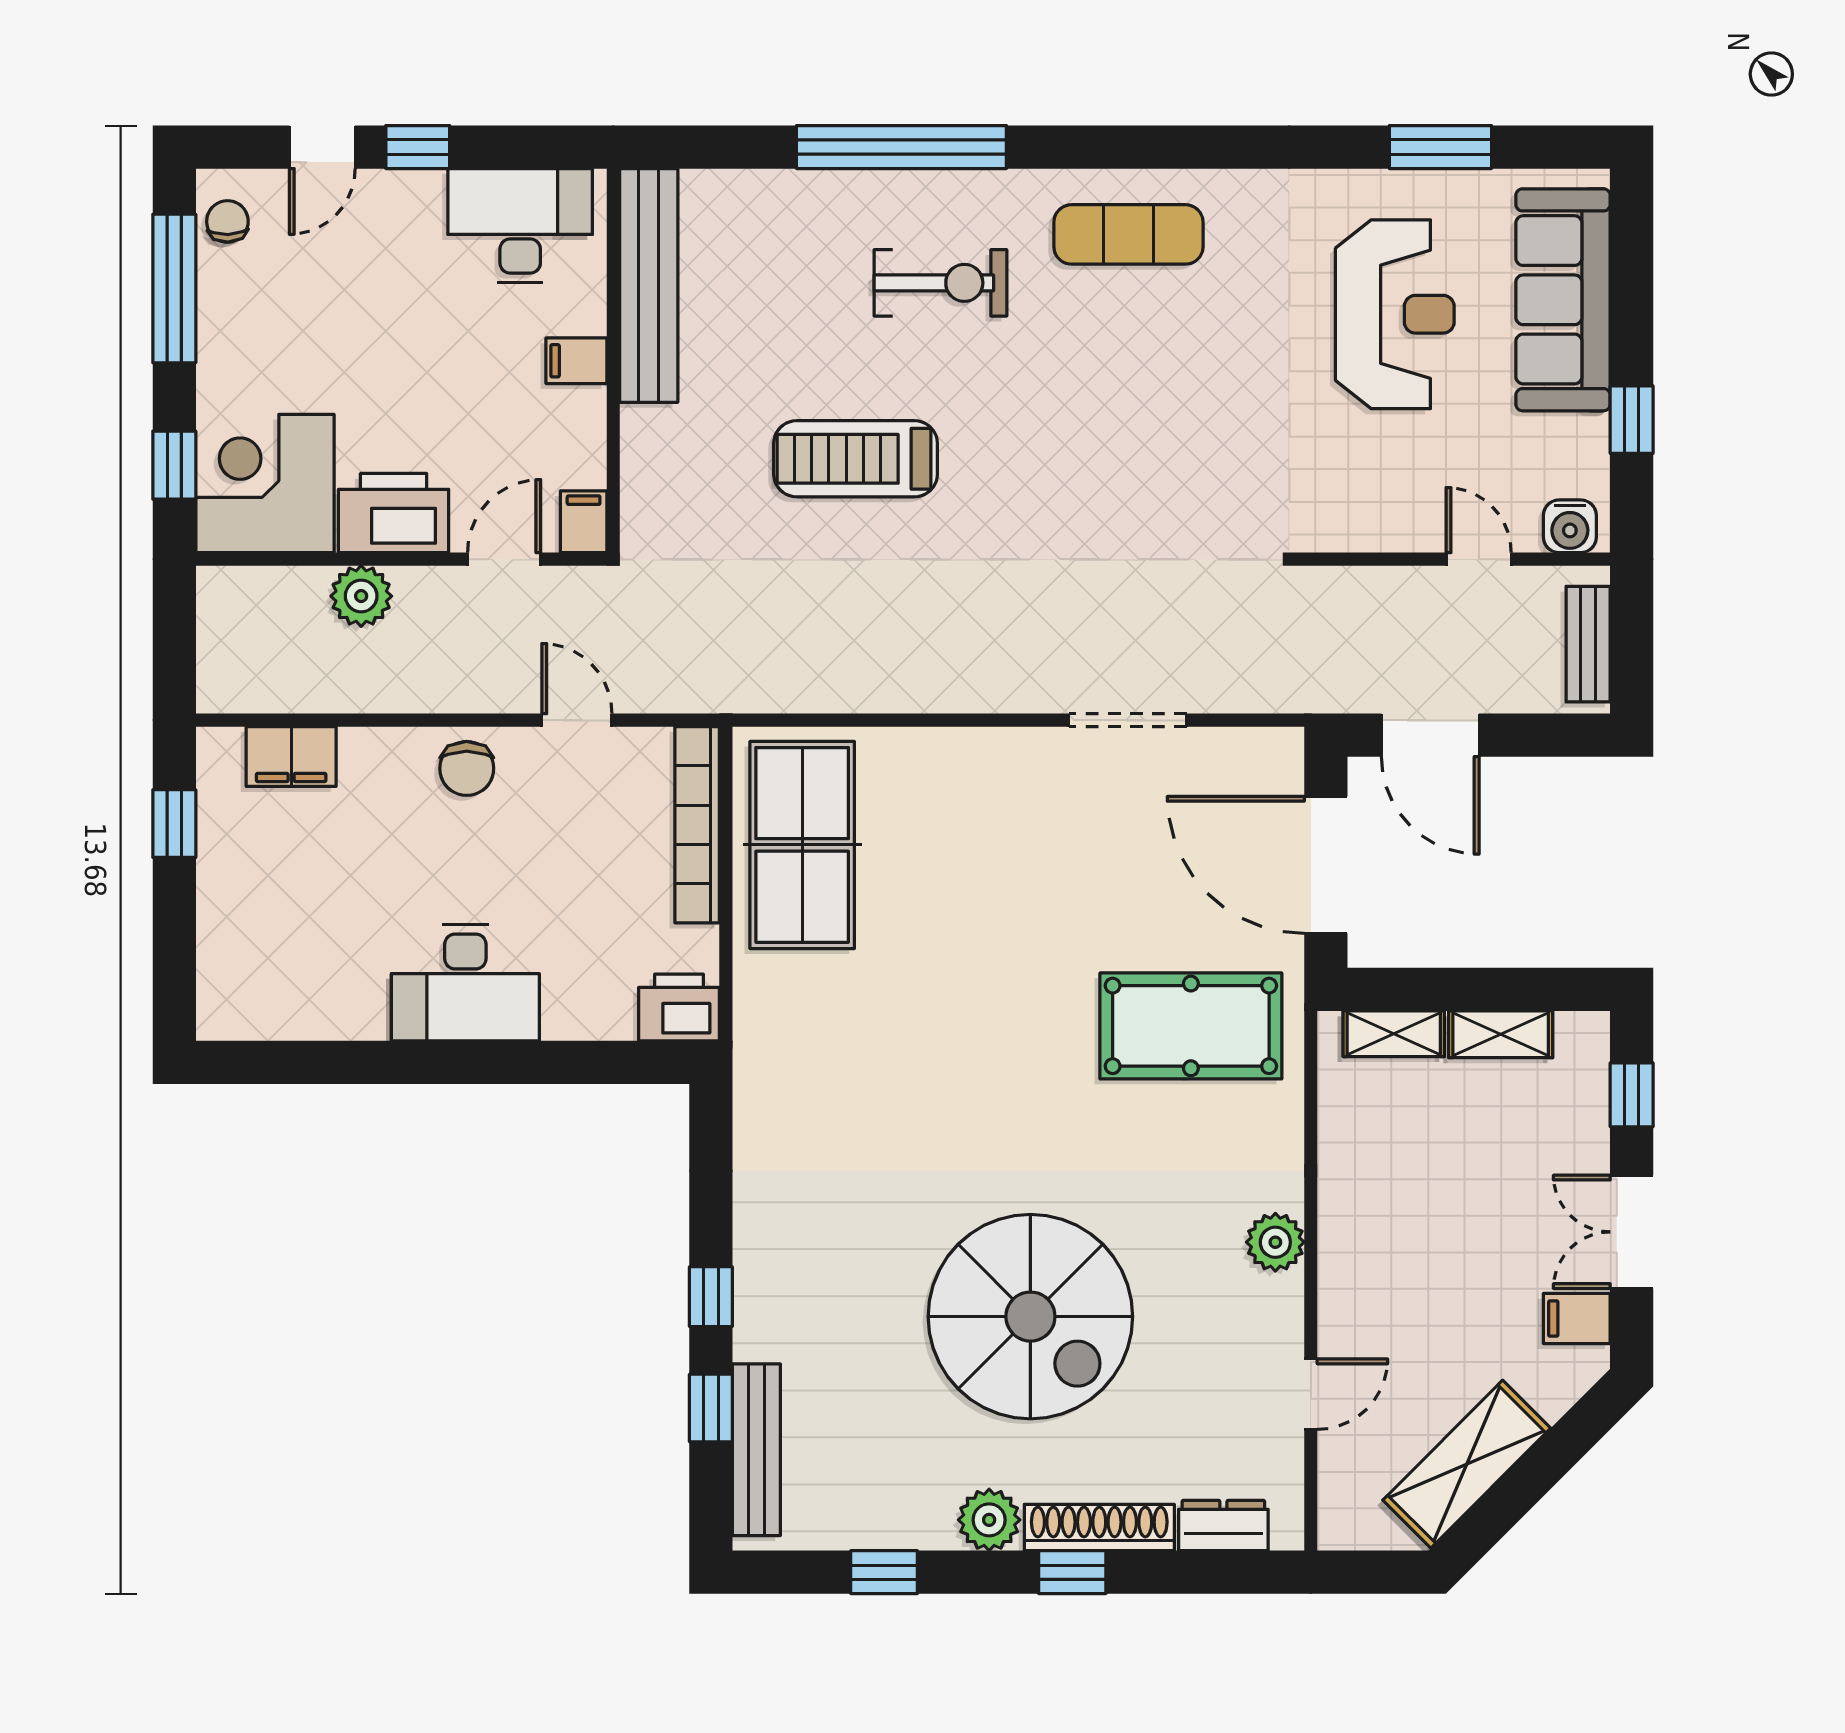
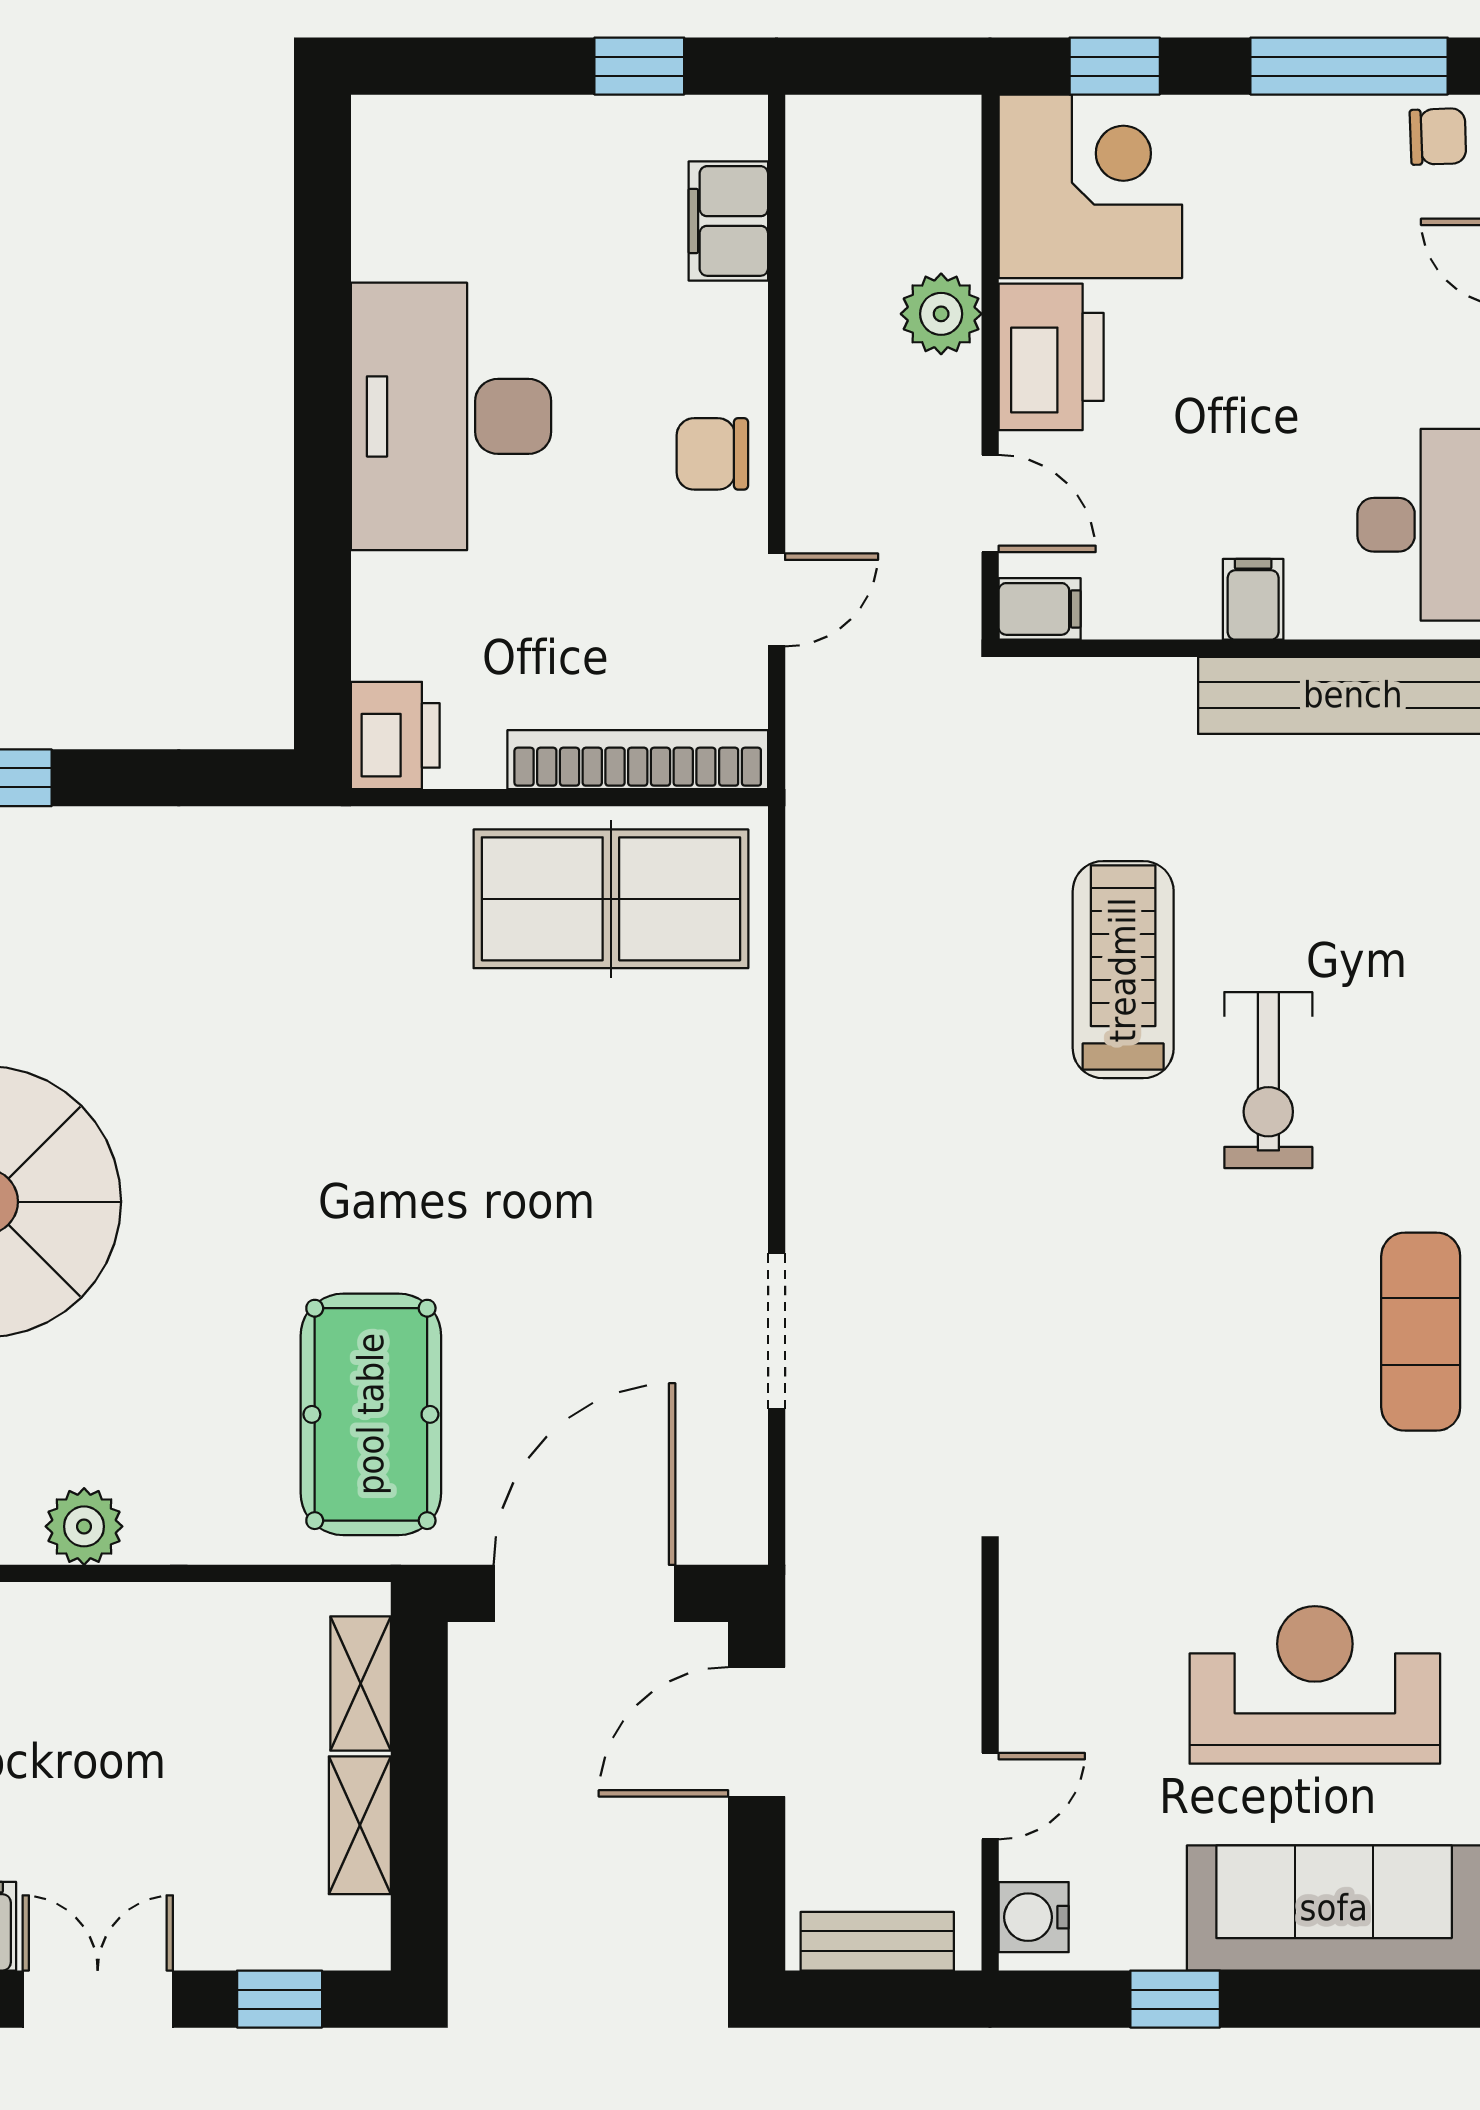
exercise bike: (940, 283) -> (1268, 1080), moved
reception desk: (1395, 314) -> (1315, 1685), turned 180
desk: (465, 983) -> (451, 416), width x1.36, depth x1.30

